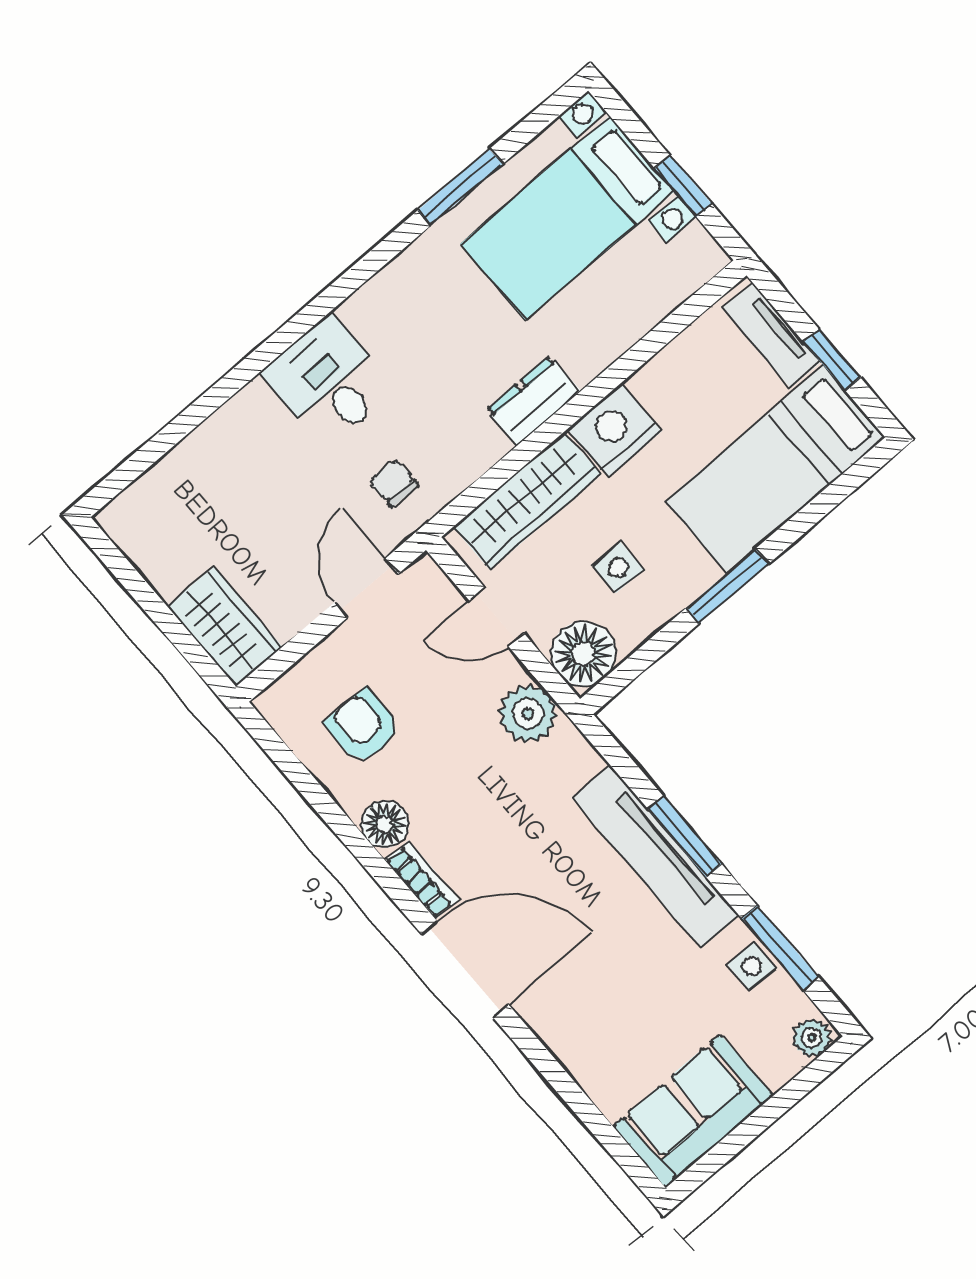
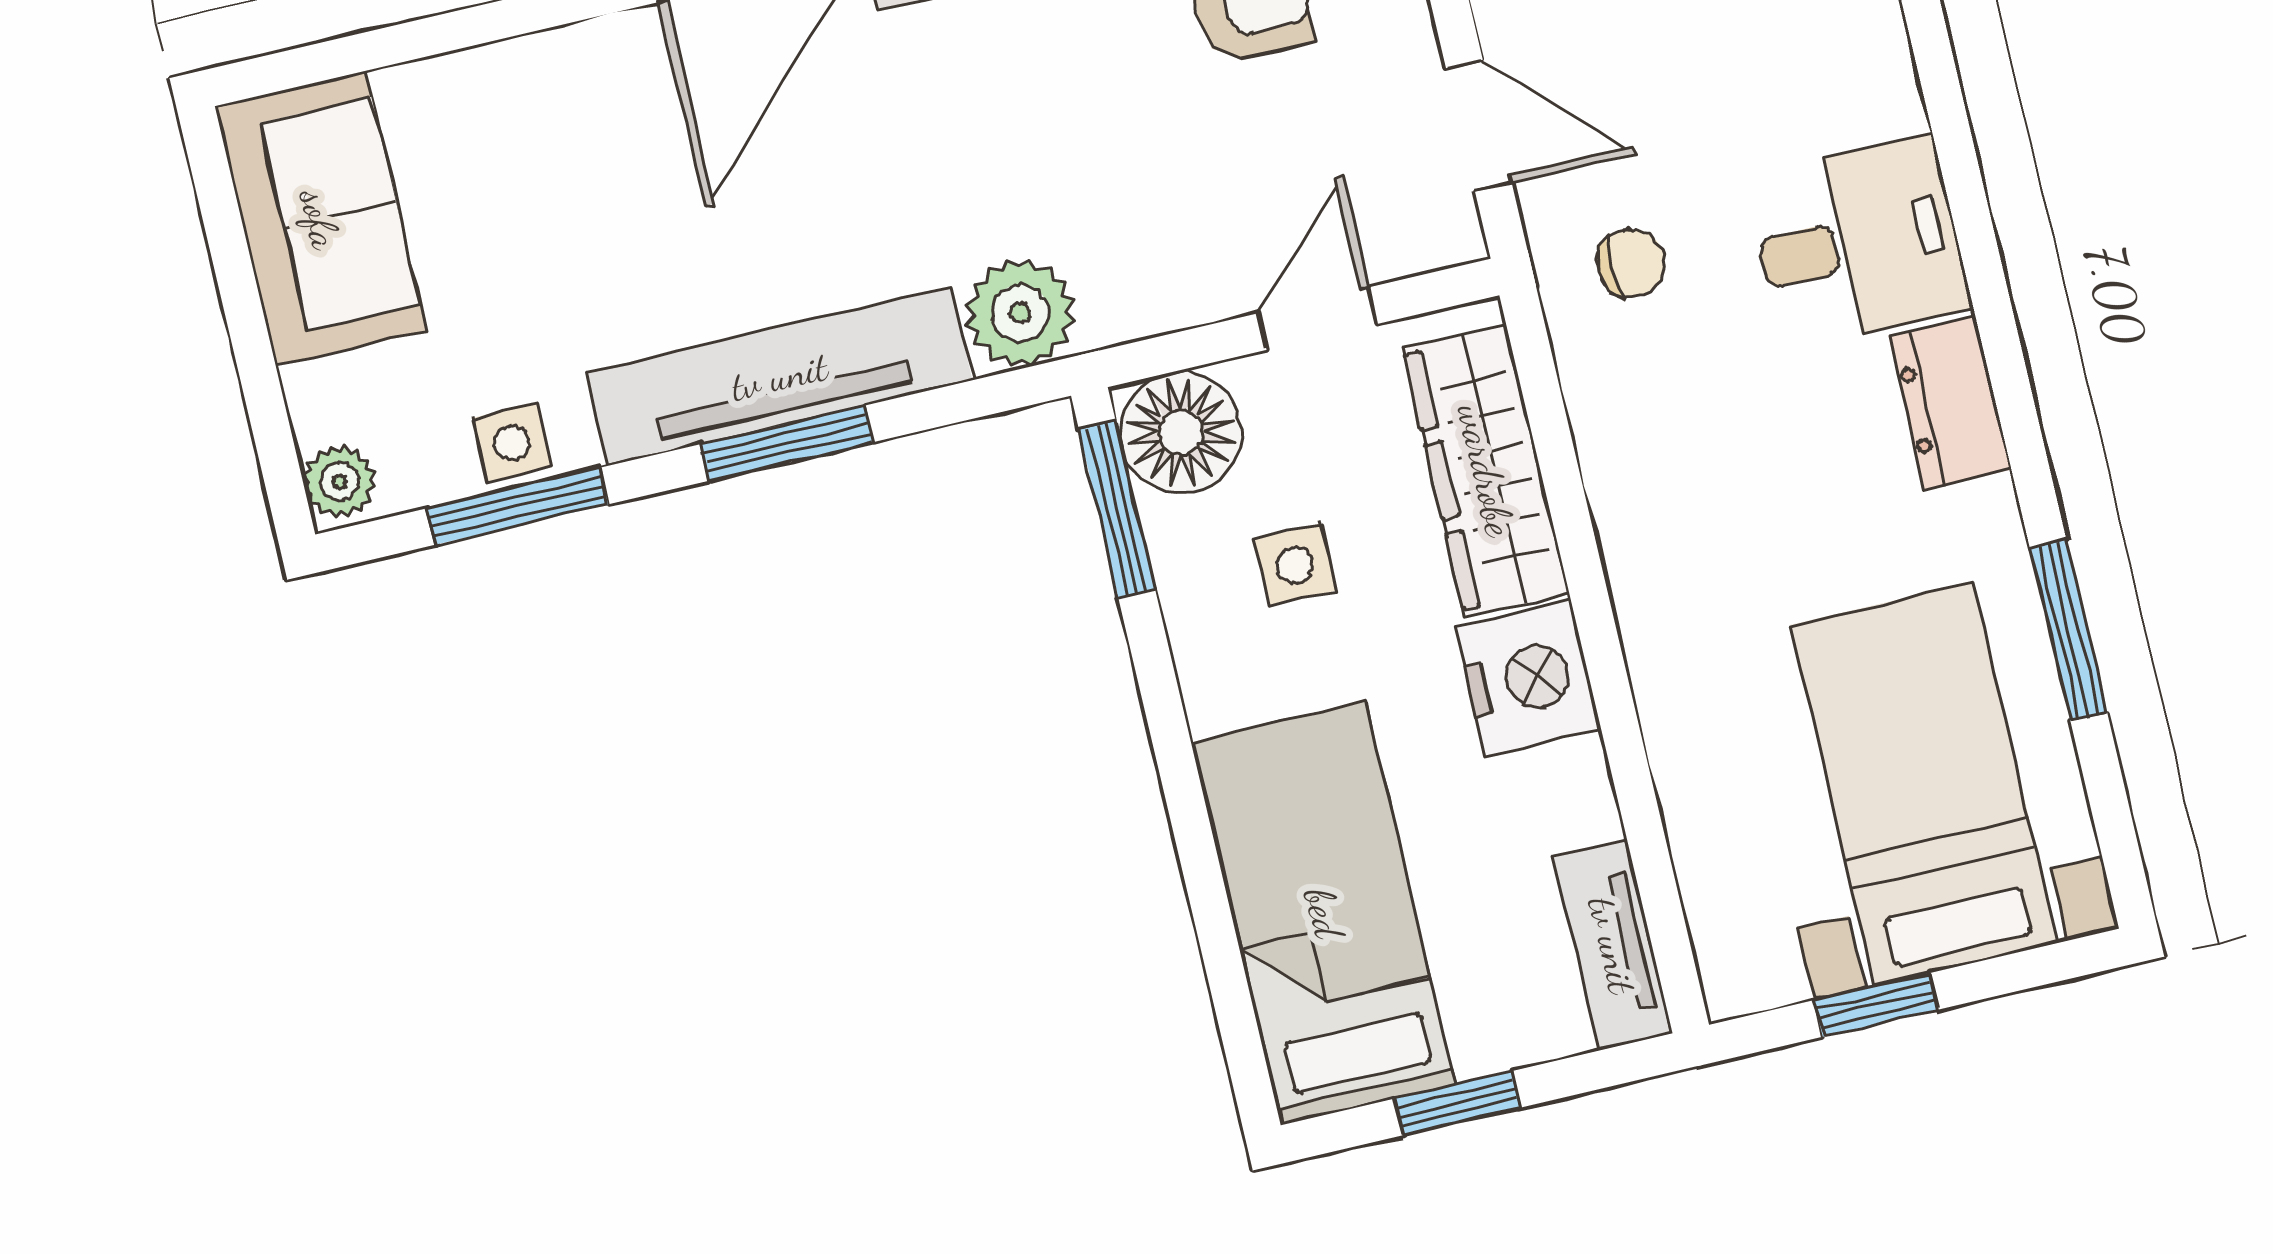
tv unit: (771, 335) -> (1613, 945), moved, turned -90
dresser: (534, 400) -> (1950, 403), moved, turned 180
window: (727, 586) -> (1117, 509), moved
plant: (528, 714) -> (1020, 313), moved

